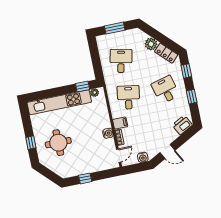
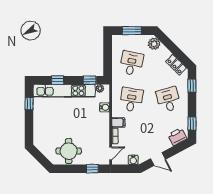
plant: (151, 44) -> (154, 44), moved
window: (51, 93) -> (58, 80), added
window: (192, 97) -> (192, 124), moved
water cooler: (108, 133) -> (105, 107), moved
window: (31, 143) -> (29, 104), moved
round table: (58, 143) -> (69, 151), moved
window: (85, 178) -> (92, 169), moved

